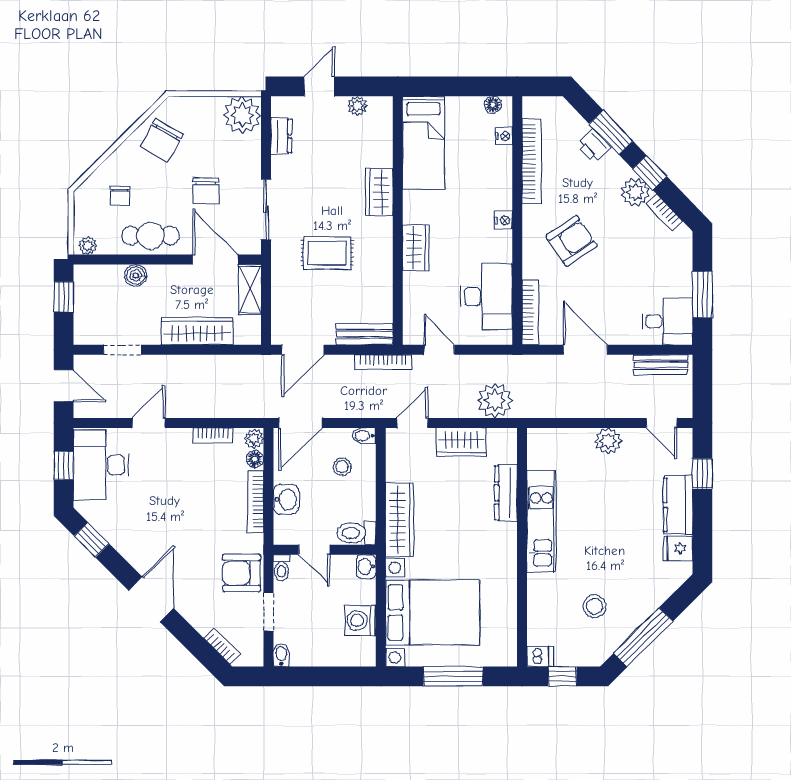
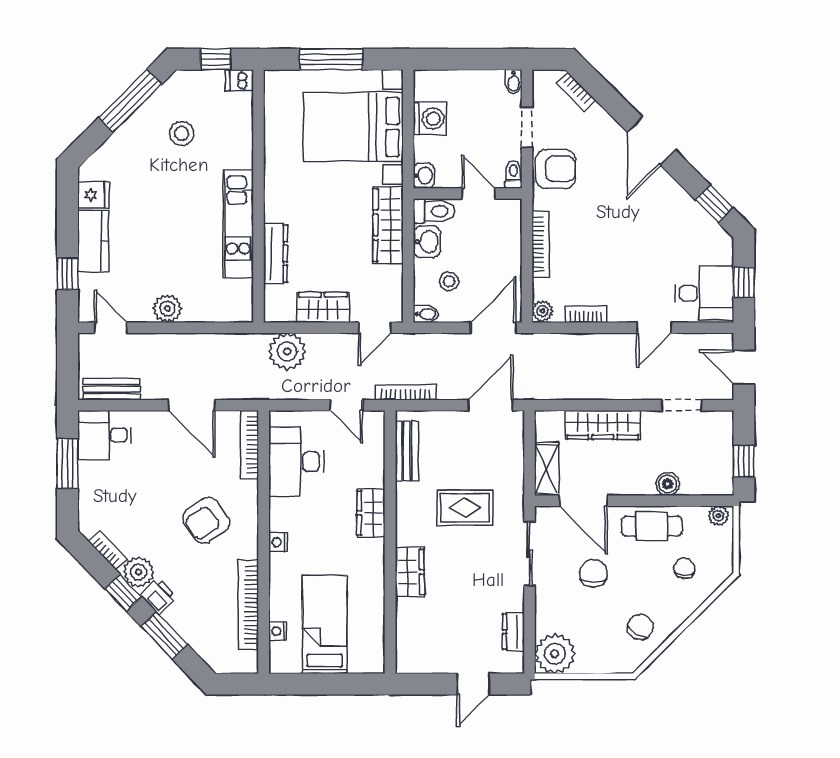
floor lamp: (493, 105) -> (289, 665), removed
plant: (357, 106) -> (433, 663), removed
chair: (162, 140) -> (640, 627), width x0.73, depth x0.73
bed: (424, 143) -> (325, 624), moved
printer: (594, 146) -> (158, 596), moved
bench: (365, 334) -> (407, 451), moved, turned 90
floor lamp: (255, 459) -> (541, 290), removed
desk: (101, 465) -> (704, 293), width x0.73
washbasin: (286, 499) -> (427, 242), moved, turned 180

